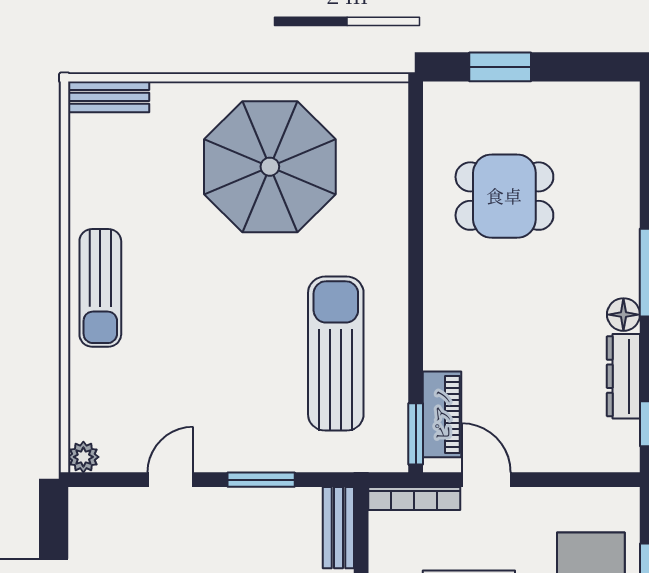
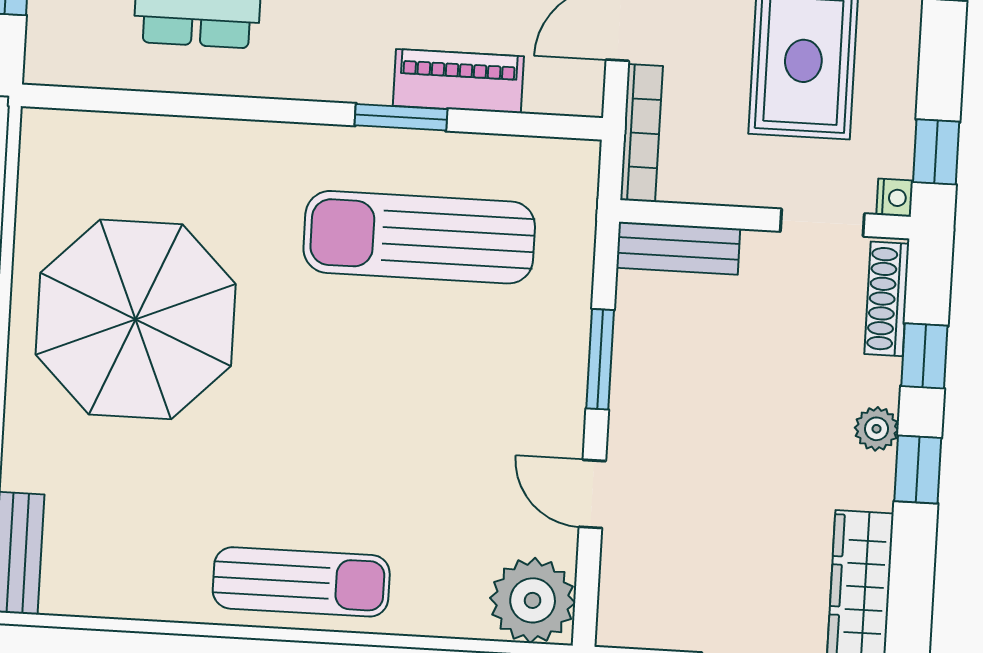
piano: (442, 414) -> (458, 81), moved
window: (416, 434) -> (401, 117), moved
plant: (83, 457) -> (533, 600), width x1.88, depth x1.88

